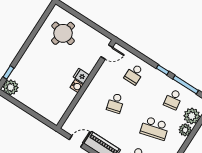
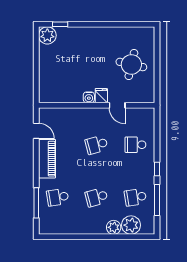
round table: (63, 33) -> (131, 64), moved
door: (107, 52) -> (117, 105), moved
school desk: (155, 128) -> (97, 197), width x0.54

